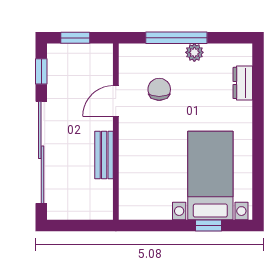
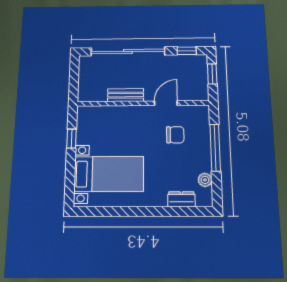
plant: (194, 52) -> (205, 180), moved
door: (116, 101) -> (166, 103), hinge flipped
window: (208, 226) -> (72, 139), moved

